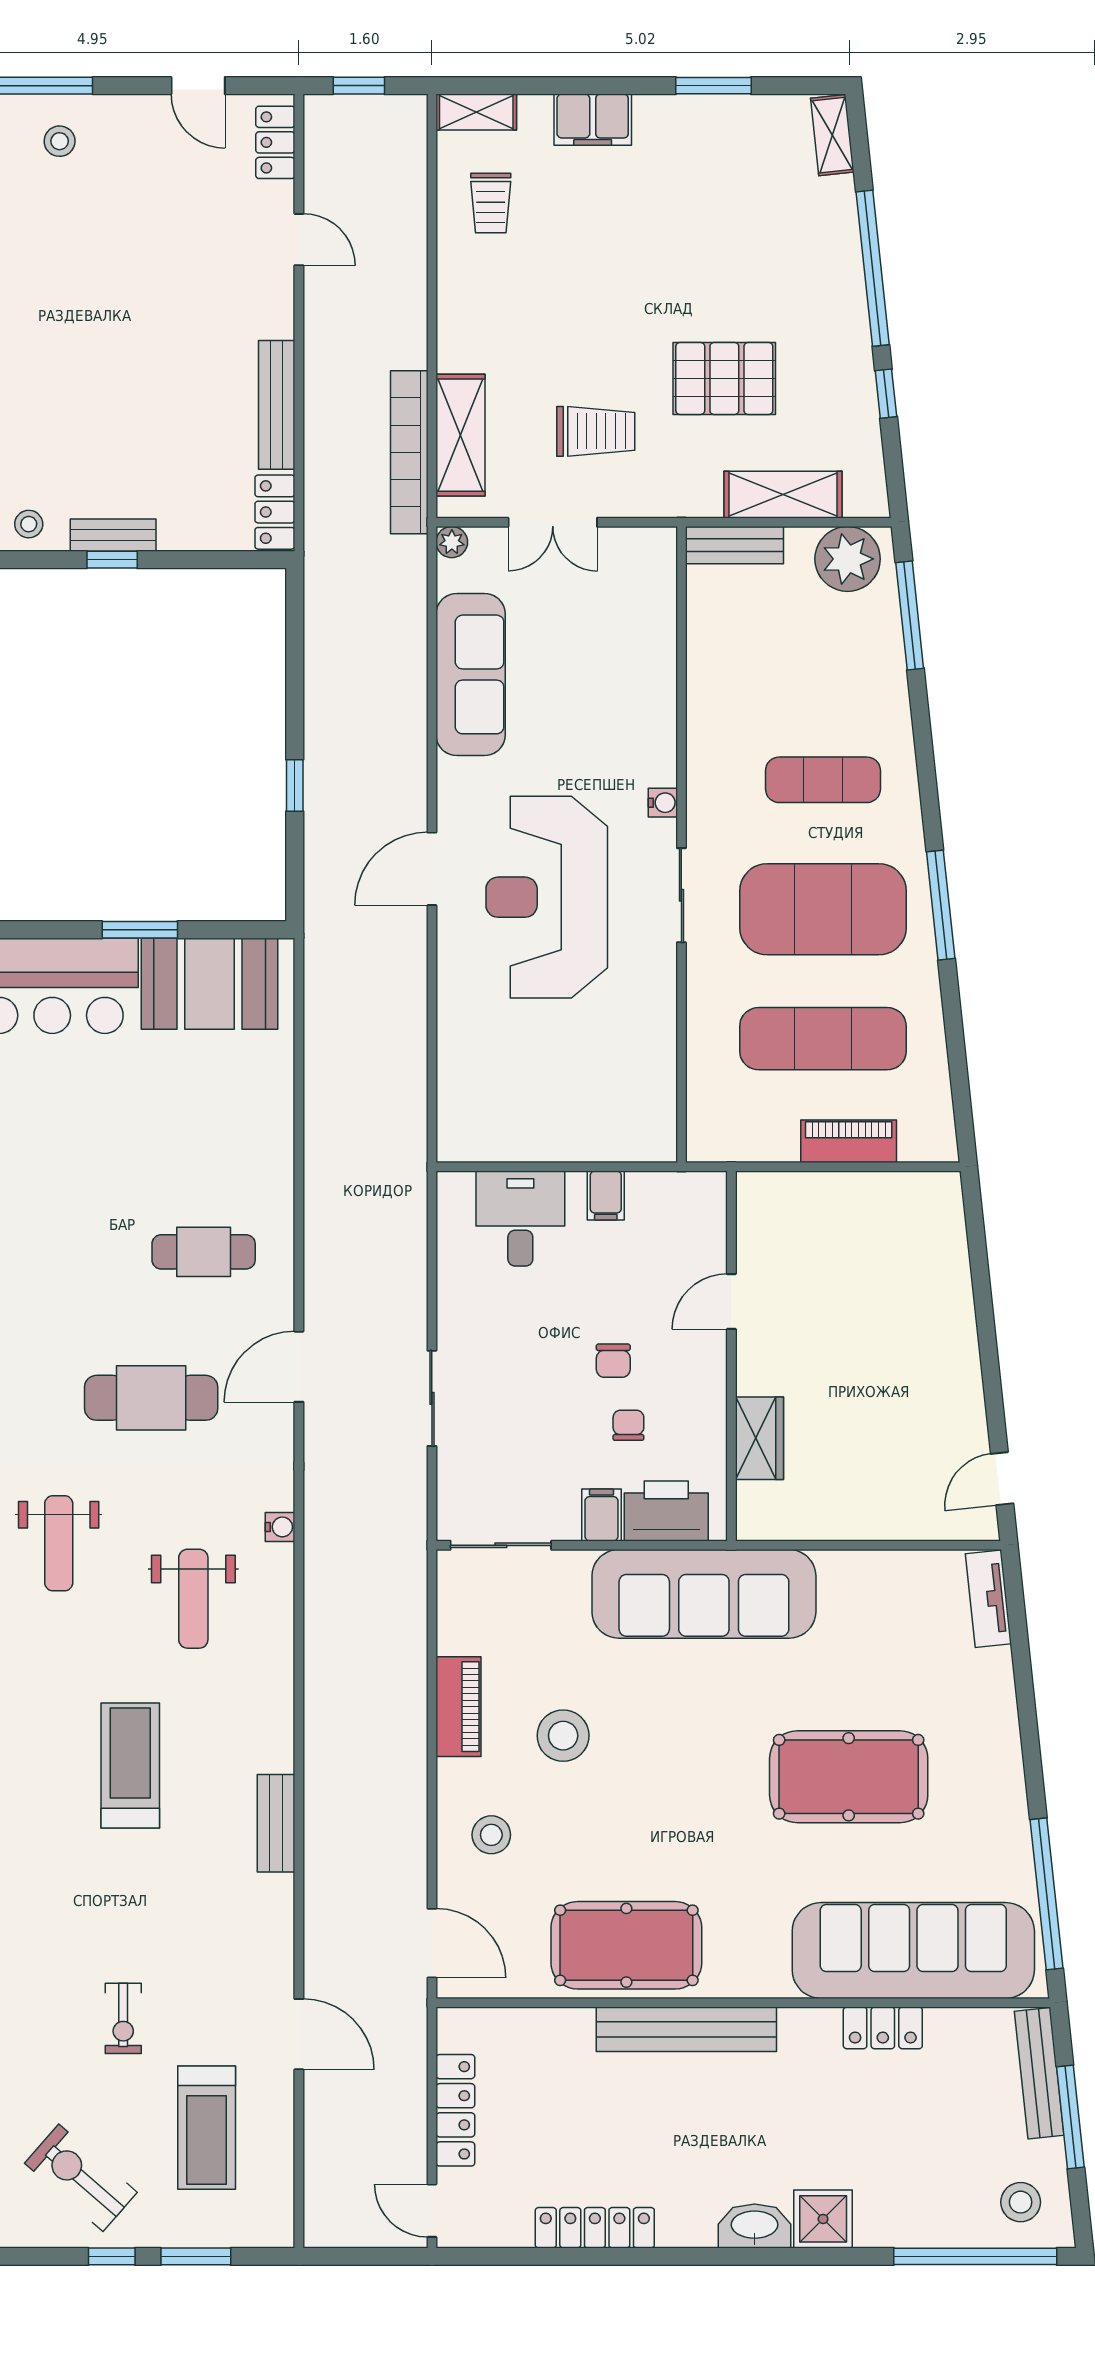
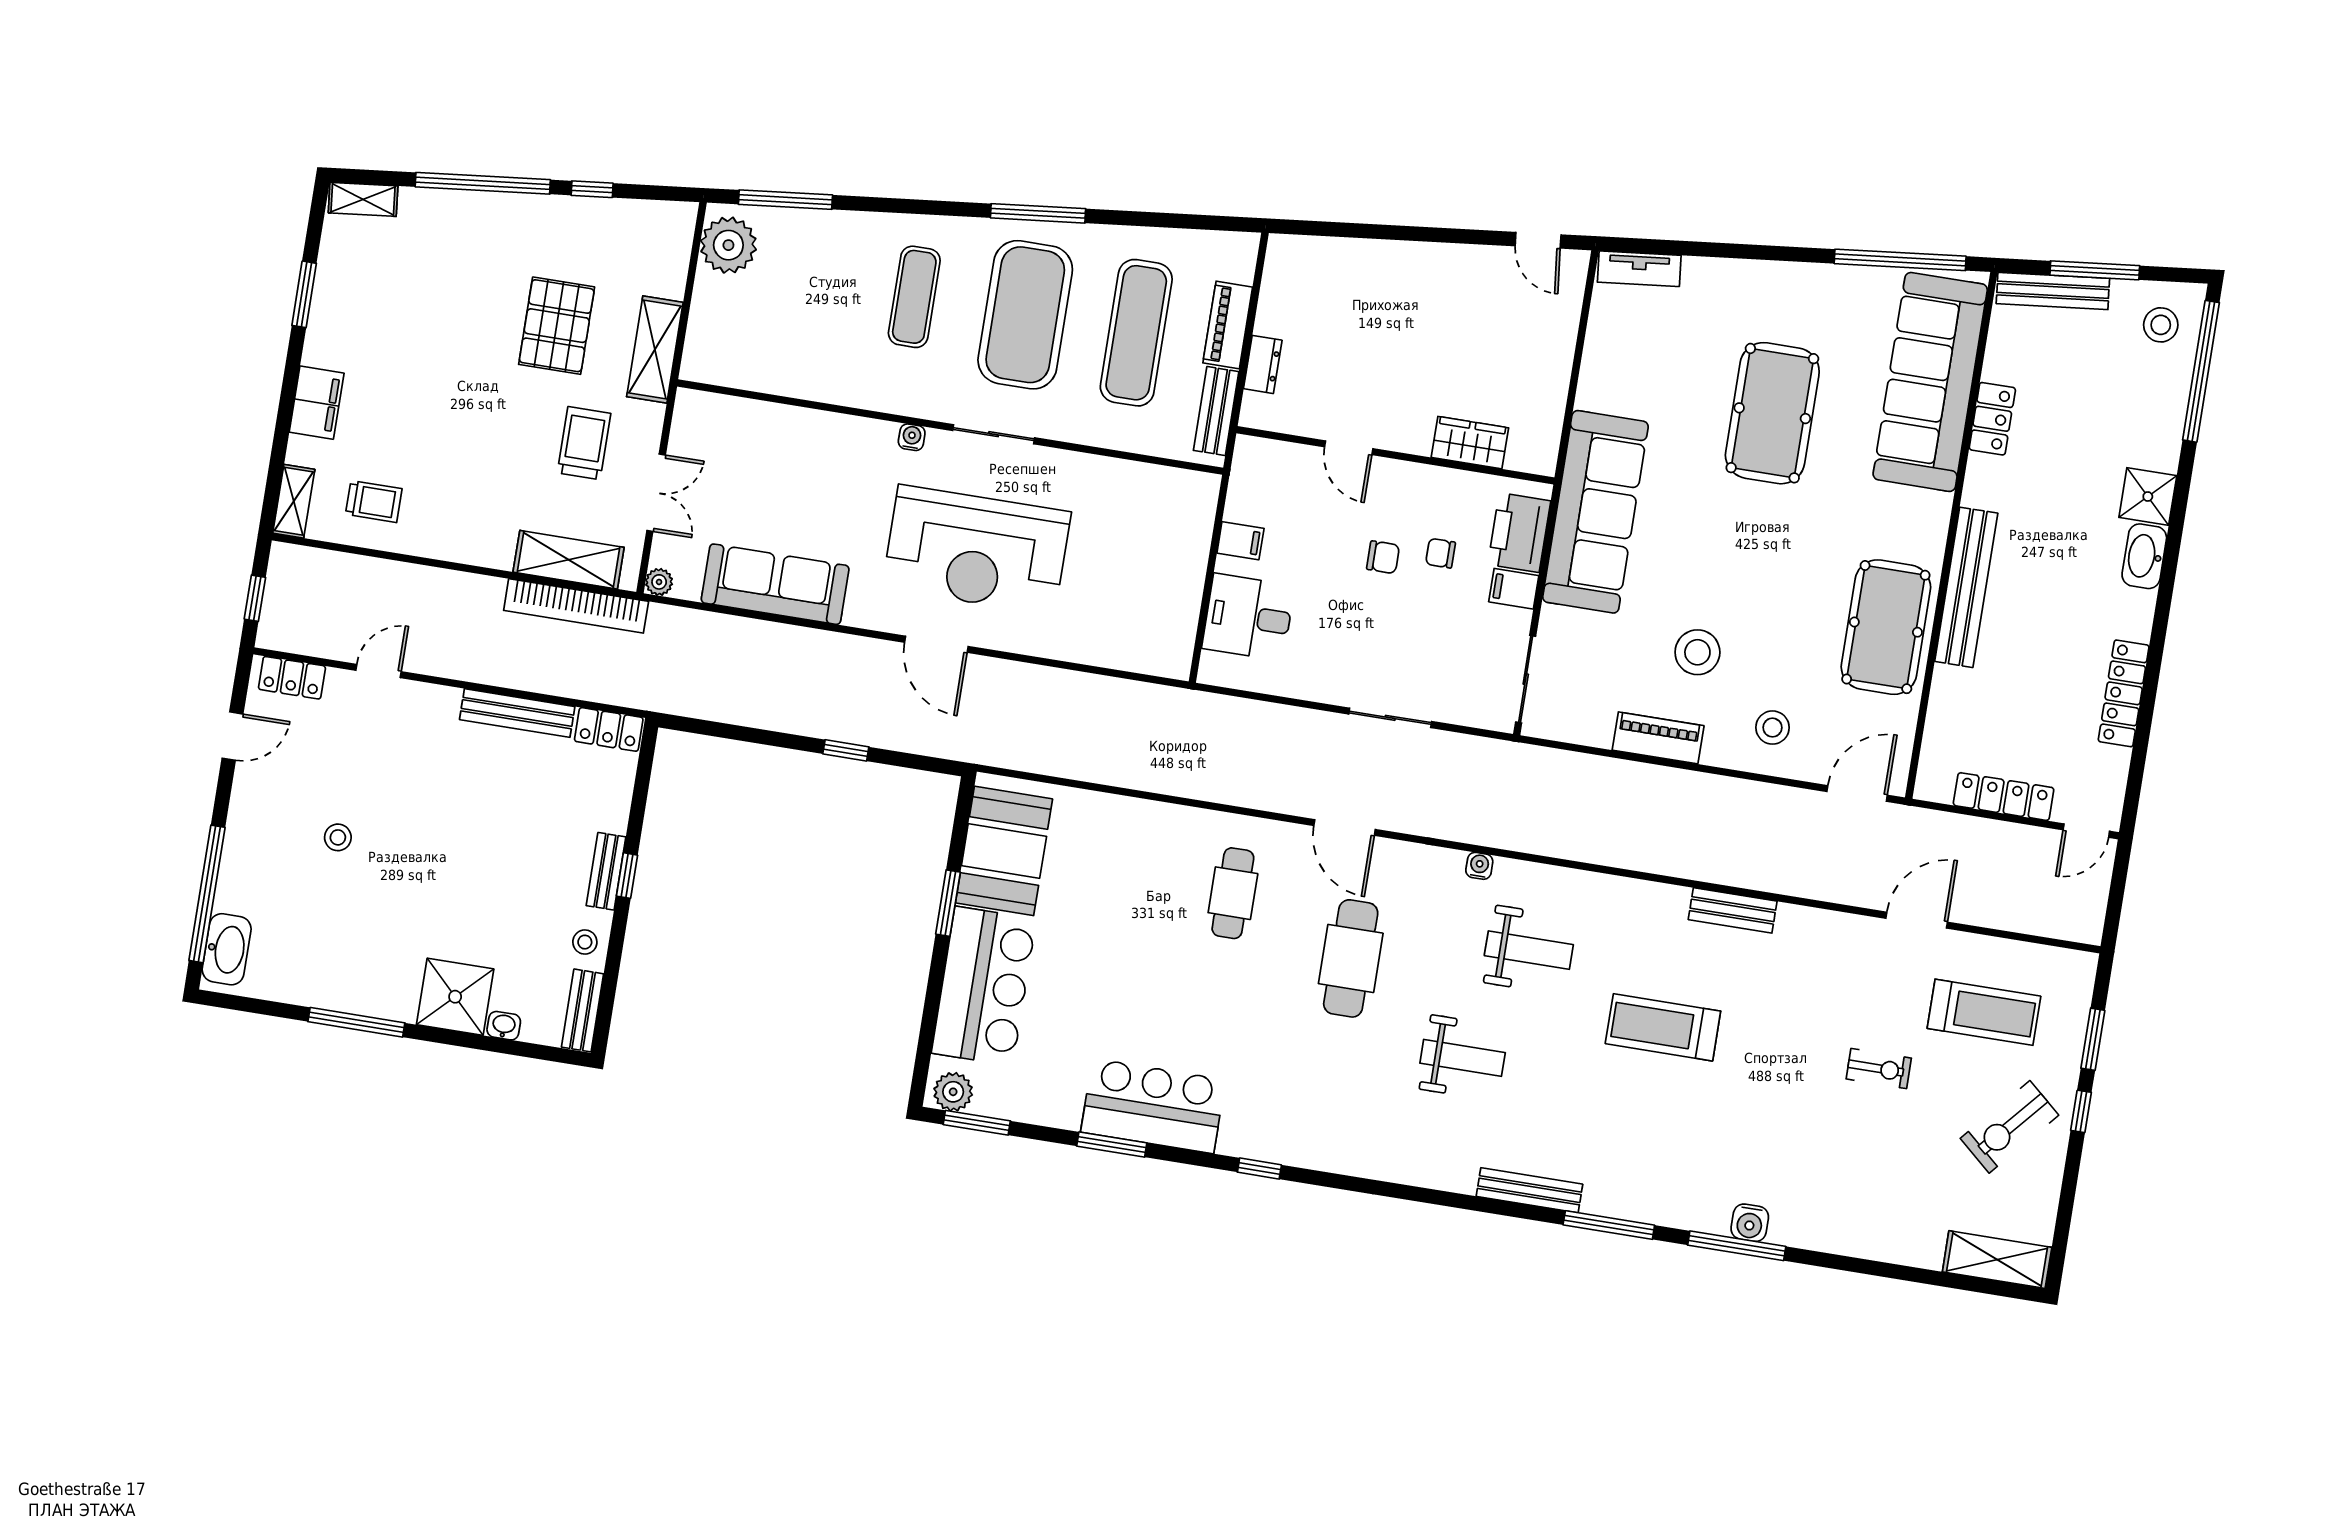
stool: (60, 141) -> (338, 837), moved
shelving: (783, 495) -> (655, 350), moved
bench: (735, 545) -> (1216, 411), moved
dresser: (810, 1188) -> (1263, 364), added

